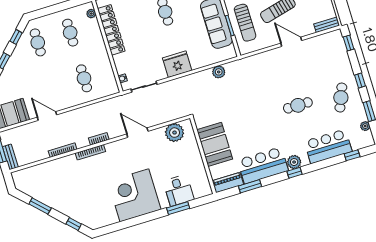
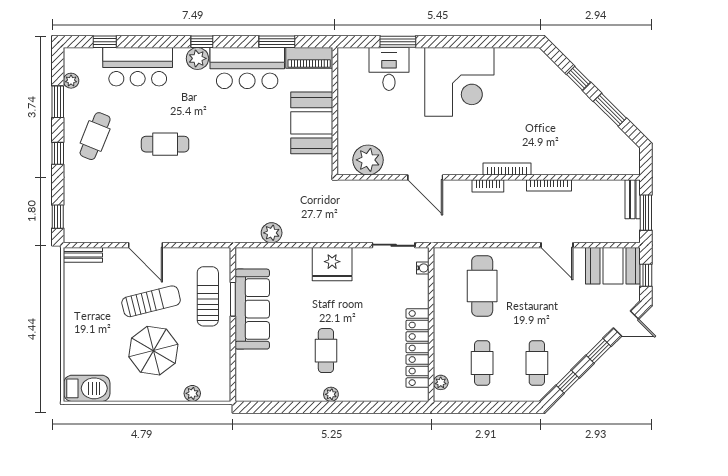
cafe table: (84, 78) -> (482, 286), width x1.37, depth x1.35
window: (74, 224) -> (579, 78), moved

